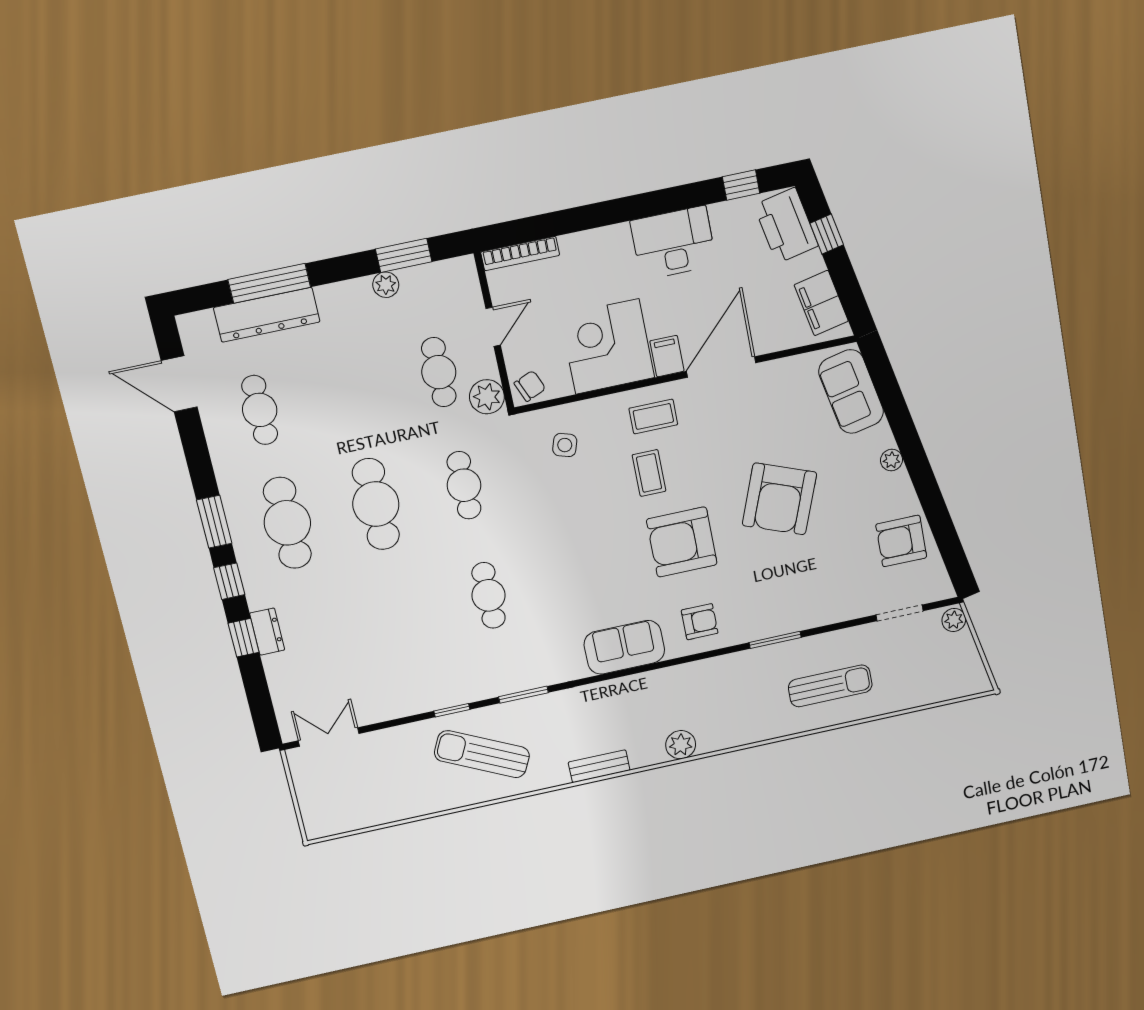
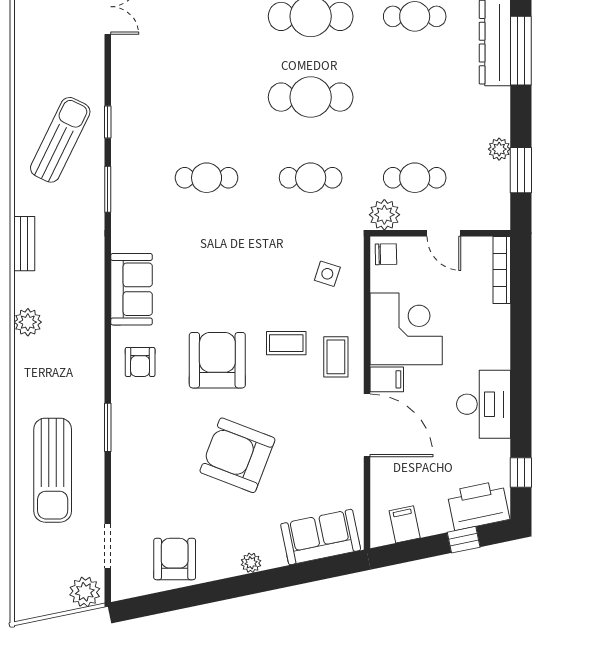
filing cabinet: (821, 303) -> (405, 524), width x0.50
chair: (530, 386) -> (386, 254), turned -68
plant: (954, 620) -> (85, 592), width x1.38, depth x1.38
sun lounger: (830, 686) -> (53, 470), width x1.36, depth x1.34

